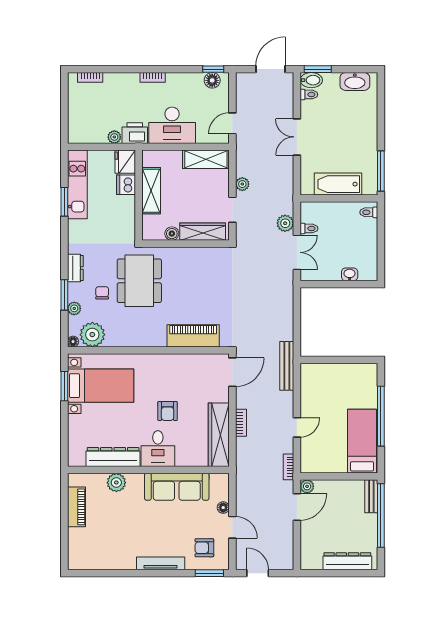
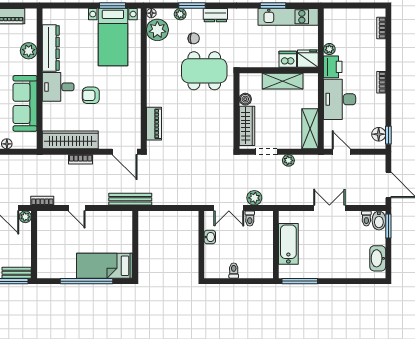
toilet: (369, 212) -> (234, 271), moved
washbasin: (350, 274) -> (210, 237), moved
piano: (193, 336) -> (154, 124), width x0.73, depth x0.75
bed: (362, 441) -> (105, 266), moved, turned 180

